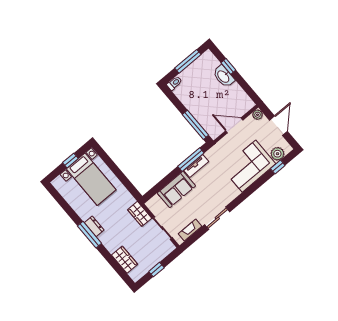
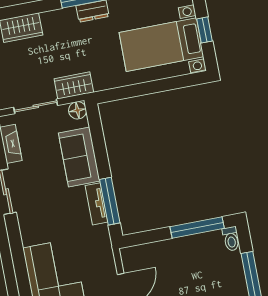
window: (195, 125) -> (197, 227), moved
floor lamp: (152, 204) -> (78, 110), added

